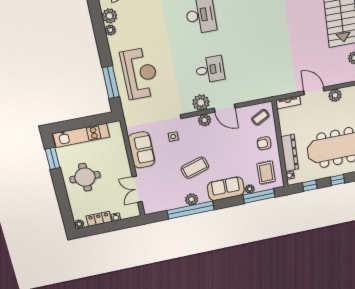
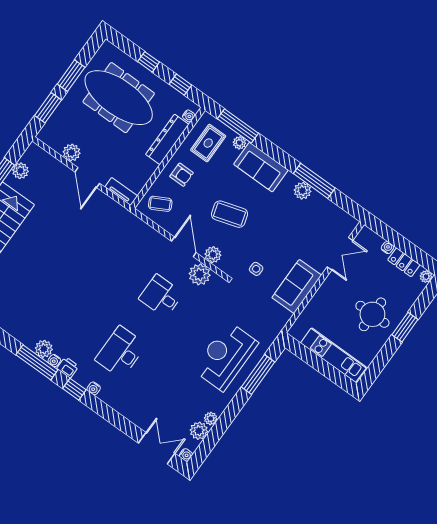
window: (53, 158) -> (405, 327), moved
coffee table: (195, 168) -> (230, 214), moved
window: (191, 210) -> (314, 181), width x0.68

